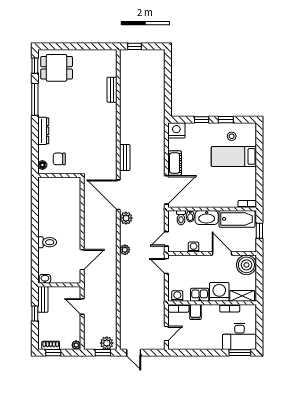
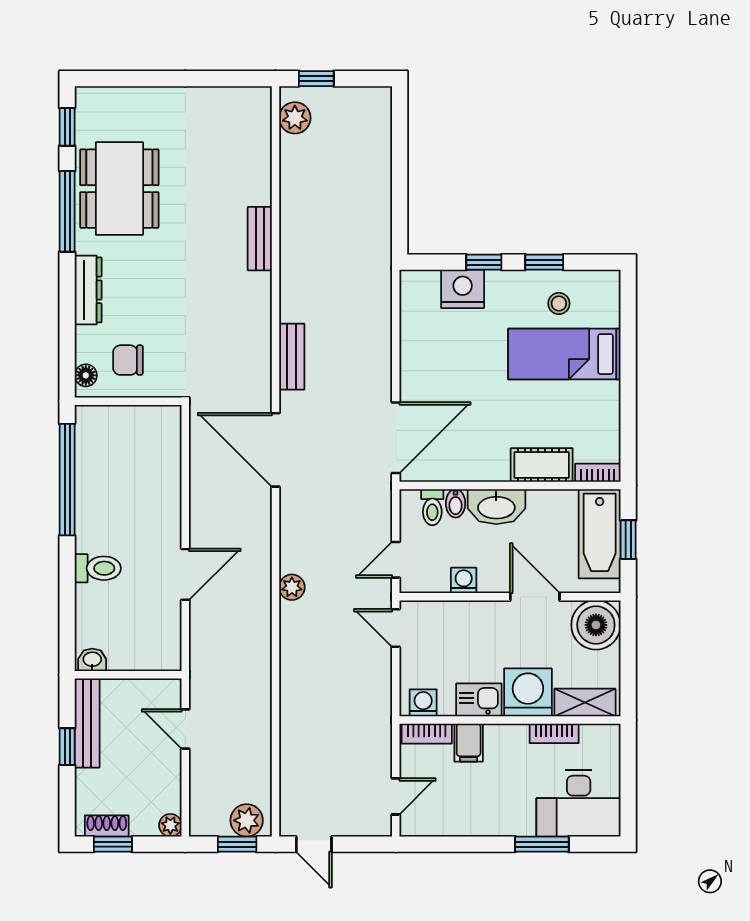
dining table: (57, 68) -> (119, 189), moved, width x1.38
bench: (112, 90) -> (260, 239), moved
nightstand: (176, 130) -> (463, 289), moved
cot: (175, 163) -> (542, 465), moved, turned 90
window: (35, 207) -> (67, 480), added
plant: (126, 218) -> (295, 118), moved
bathtub: (237, 219) -> (600, 534), moved, turned 90
door: (82, 260) -> (185, 574), moved
bench: (43, 299) -> (87, 723), width x1.36
window: (240, 353) -> (542, 844), moved

